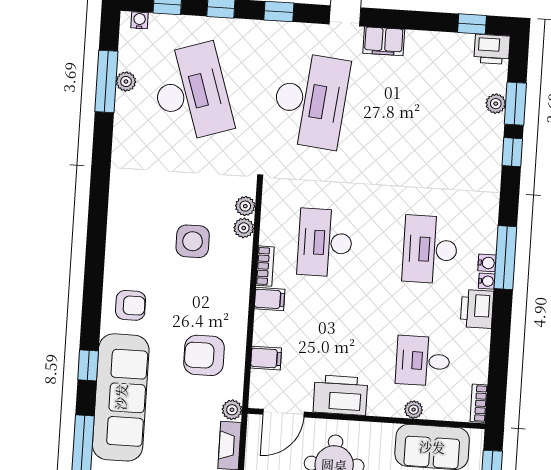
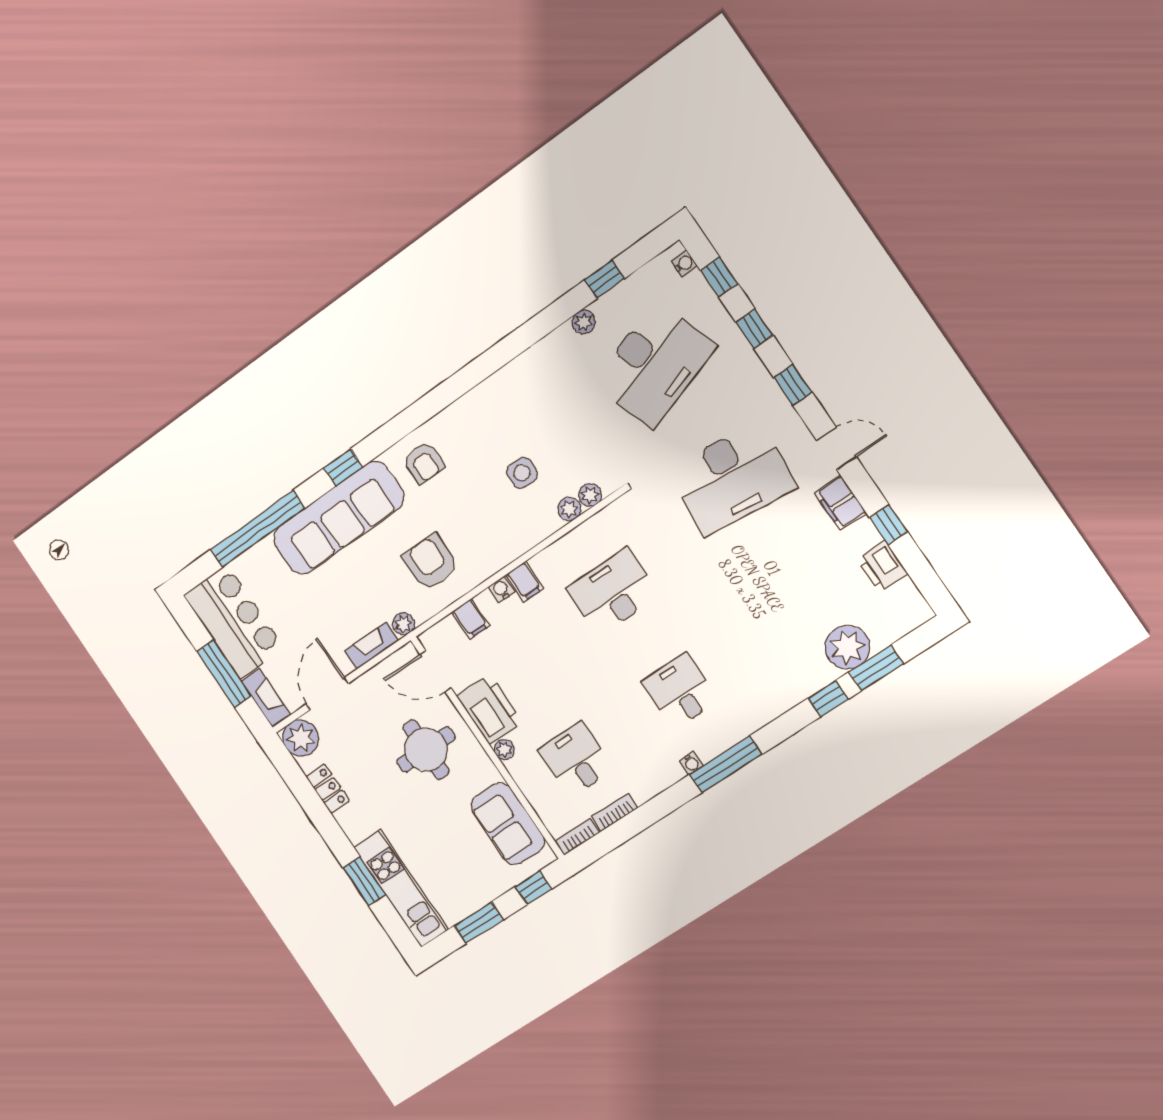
window: (472, 24) -> (889, 525), moved
printer: (492, 49) -> (882, 566), moved
window: (106, 81) -> (604, 279), width x0.46
plant: (126, 82) -> (584, 322), moved
plant: (496, 104) -> (847, 647), width x1.87, depth x1.87
side table: (193, 241) -> (522, 473), width x0.73, depth x0.73
desk: (430, 250) -> (680, 691), width x0.73
water cooler: (487, 263) -> (501, 589), moved, turned 180
bookcase: (265, 266) -> (615, 812), moved, turned 180
printer: (477, 309) -> (659, 773), removed
plant: (414, 410) -> (504, 749), moved

